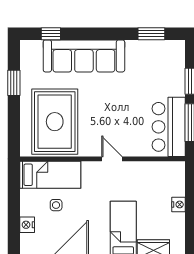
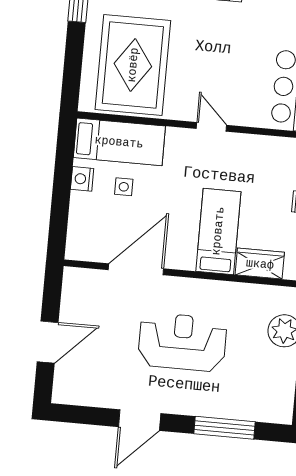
nightstand: (27, 225) -> (82, 179), moved

